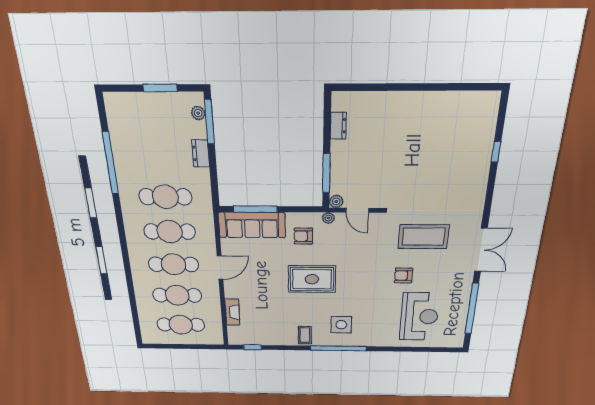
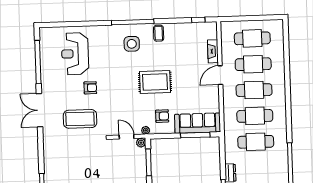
door: (220, 268) -> (220, 75), moved

